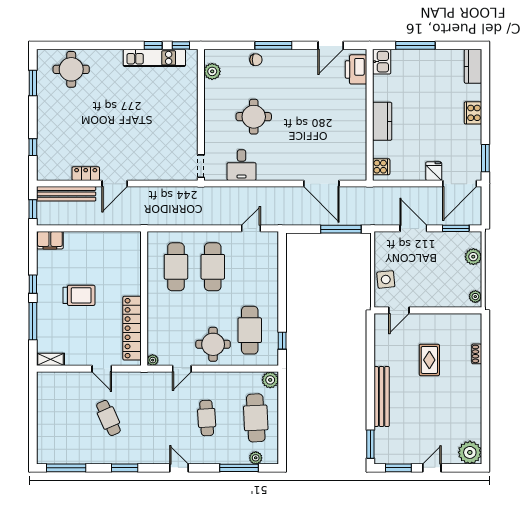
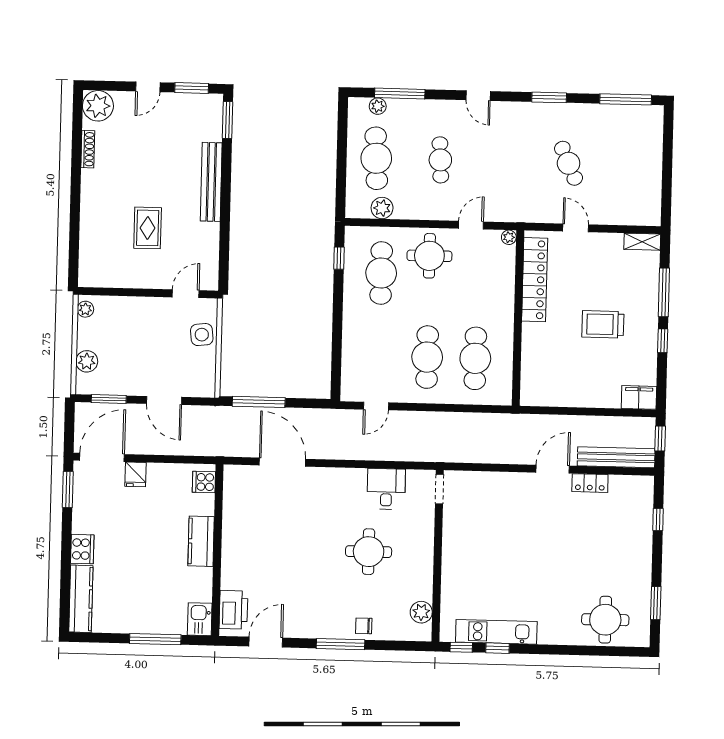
kitchen counter: (473, 66) -> (81, 599), width x1.50
shoe rack: (477, 354) -> (88, 149), moved, width x1.43
plant: (270, 380) -> (382, 208), moved

